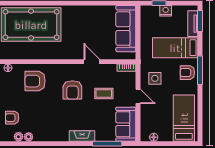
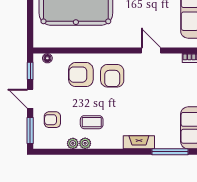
armchair: (72, 90) -> (112, 76), moved
coffee table: (104, 93) -> (92, 122), moved
plant: (19, 137) -> (85, 143), moved

